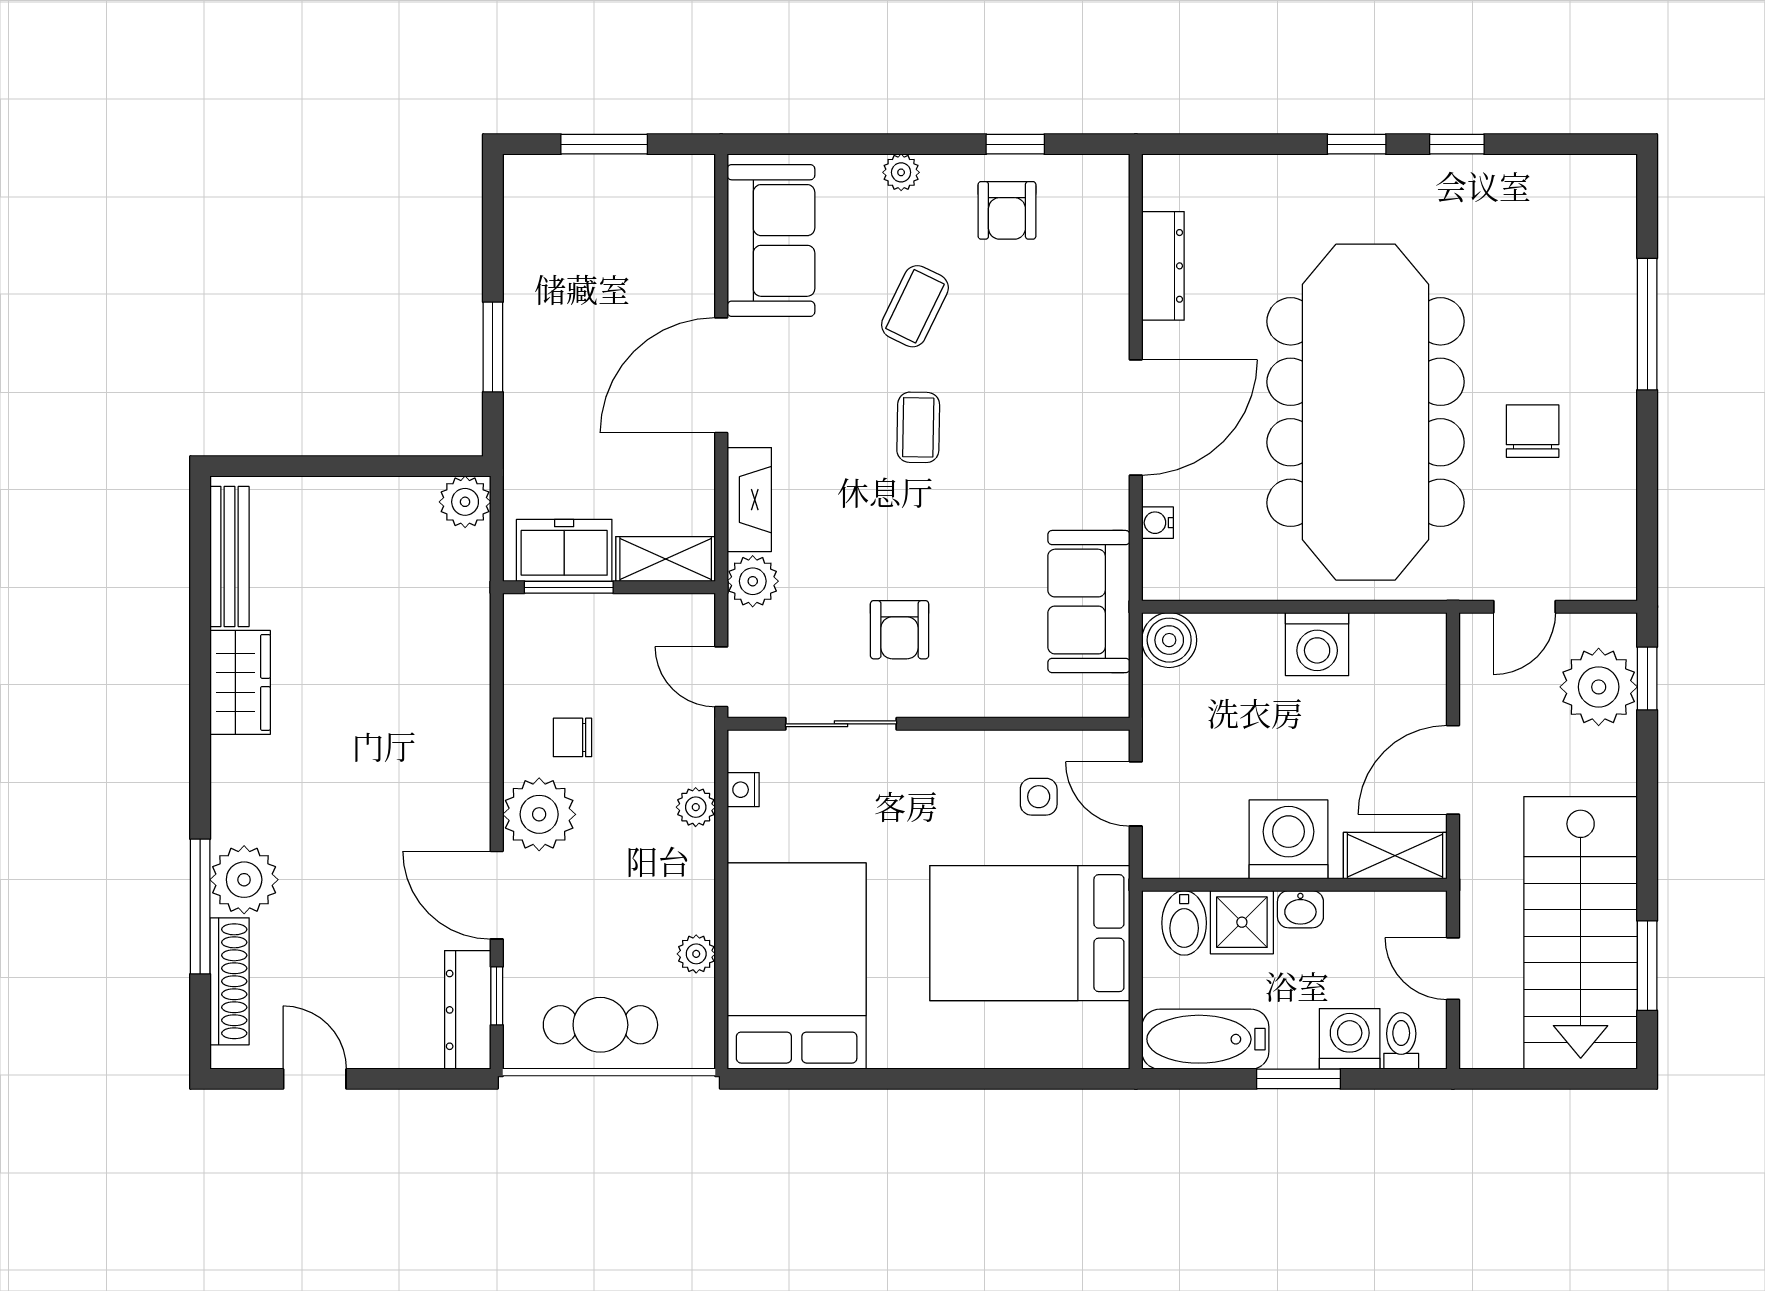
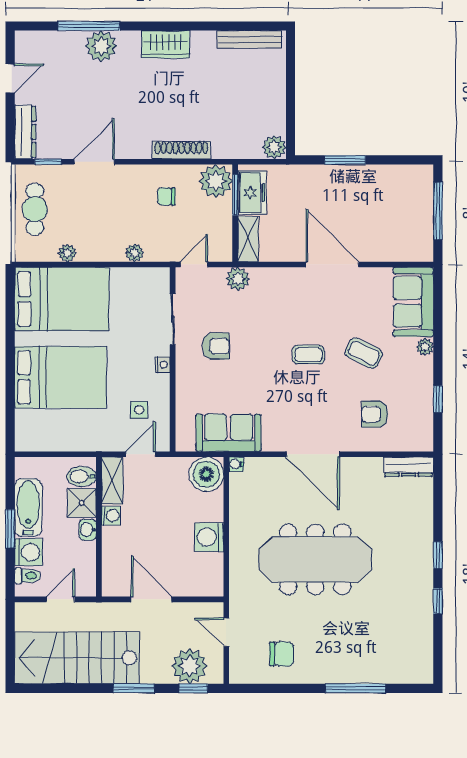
window: (604, 144) -> (438, 211), width x1.44
armchair: (1007, 210) -> (375, 414), moved
sofa: (771, 240) -> (413, 302), moved, turned 90
dresser: (1163, 266) -> (409, 467), moved
meeting table: (1366, 412) -> (315, 559), width x0.73, depth x0.79
chair: (1533, 431) -> (282, 654), moved
fireplace: (749, 500) -> (275, 277), removed
water cooler: (1158, 523) -> (236, 464), moved, turned -90
armchair: (900, 630) -> (216, 346), turned 180
boiler: (1169, 640) -> (206, 474), width x1.37, depth x1.37
wardrobe: (240, 682) -> (166, 44), moved
chair: (573, 737) -> (166, 196), turned -90
nightstand: (743, 790) -> (163, 365), moved, turned 90
plant: (539, 814) -> (216, 181), moved
washing machine: (1288, 839) -> (111, 516), width x0.53, depth x0.53
shelving: (1395, 856) -> (112, 481), moved
bed: (1030, 933) -> (60, 377), moved, turned 90
window: (1647, 966) -> (134, 688), moved
shoe rack: (230, 981) -> (181, 150), moved, turned 180
dresser: (468, 1010) -> (25, 132), moved, turned 90
bathtub: (1205, 1039) -> (28, 507), moved

